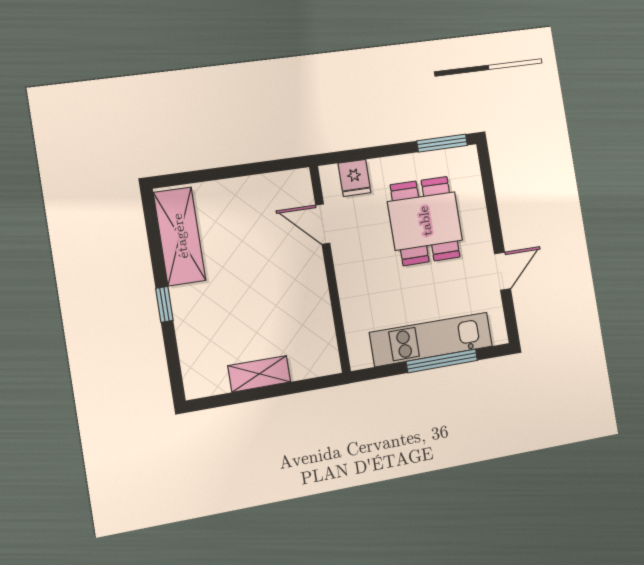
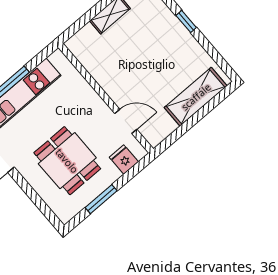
window: (442, 143) -> (101, 199), moved
shelving: (180, 236) -> (196, 97), moved, turned 90

